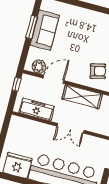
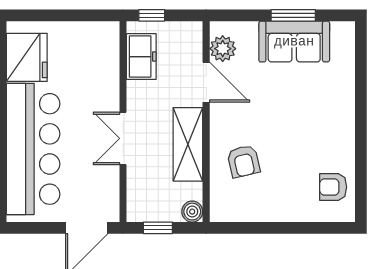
window: (17, 84) -> (152, 15), moved
freezer: (37, 110) -> (141, 57), width x0.71

